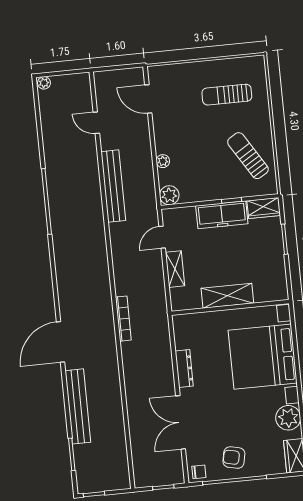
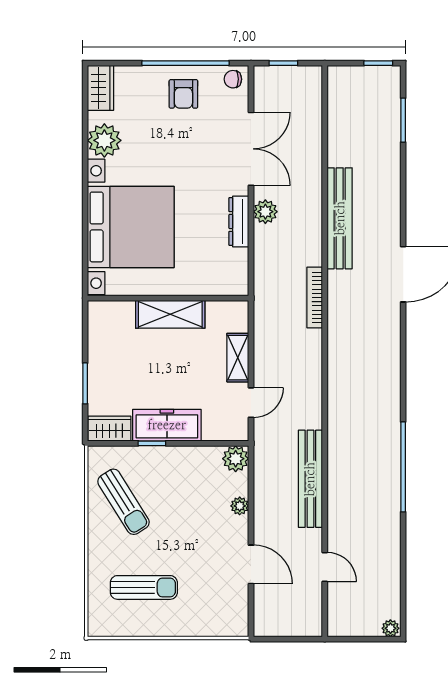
door: (148, 99) -> (251, 564), moved
plant: (166, 378) -> (265, 212), added
bench: (78, 406) -> (340, 218), moved
armchair: (234, 458) -> (183, 94), turned 78

